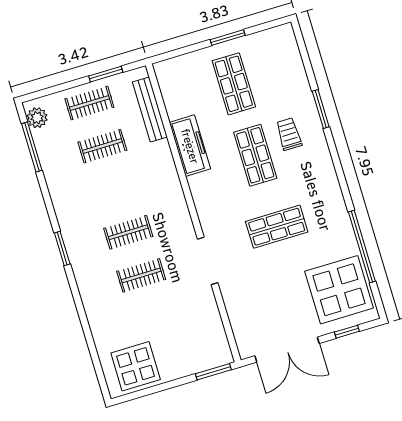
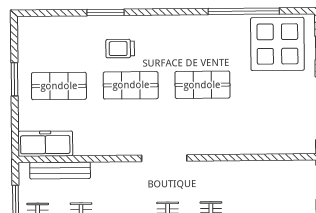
freezer: (190, 146) -> (45, 144), moved
shop shelf: (277, 227) -> (202, 85), turned 90
doorway: (208, 261) -> (164, 158), moved

